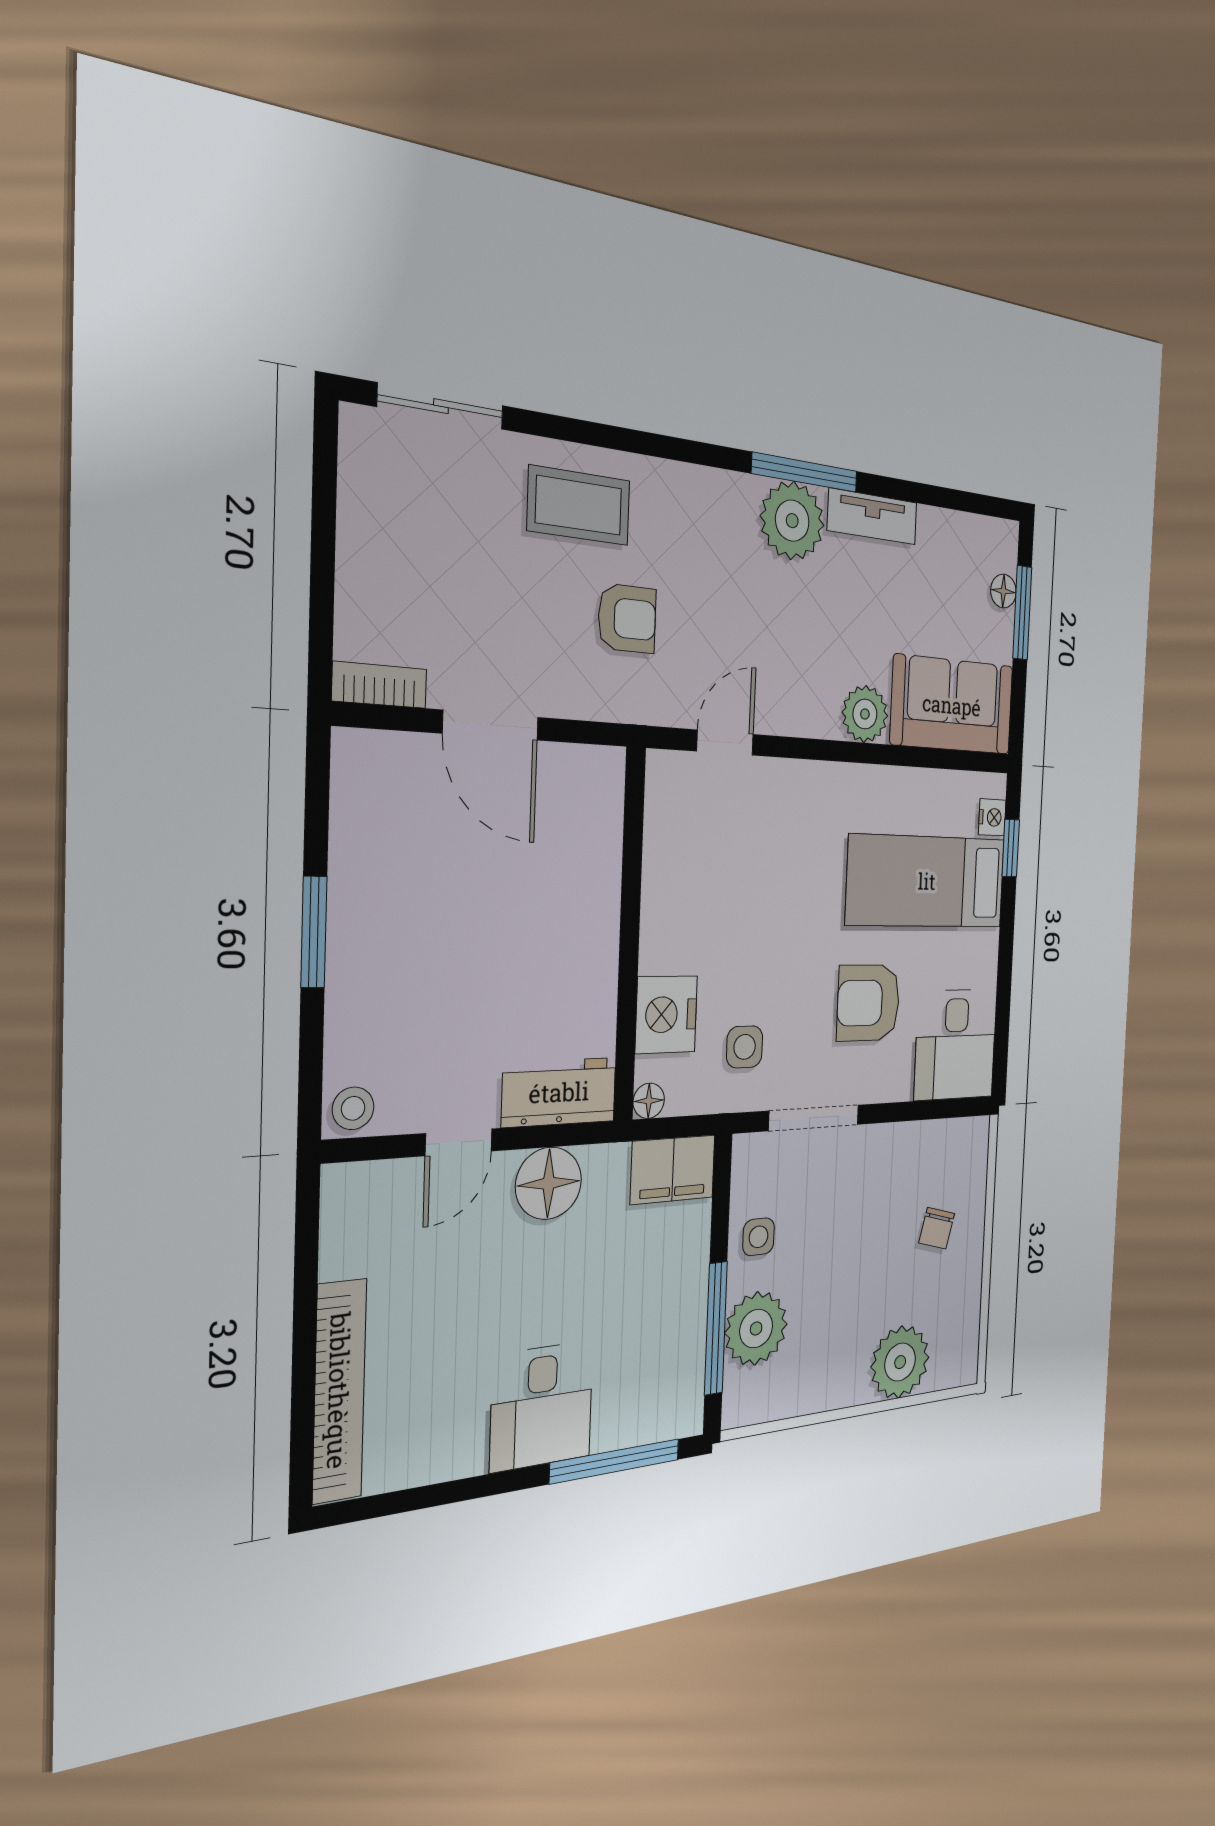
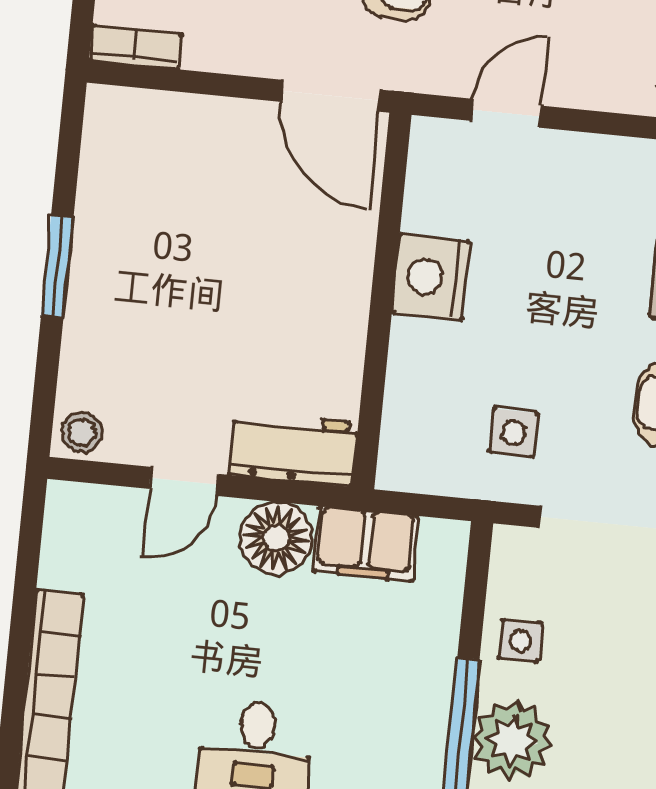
door: (491, 725) -> (331, 96), moved
nightstand: (666, 1015) -> (431, 277), moved
floor lamp: (649, 1101) -> (394, 473), removed
filing cabinet: (673, 1170) -> (366, 544), moved

